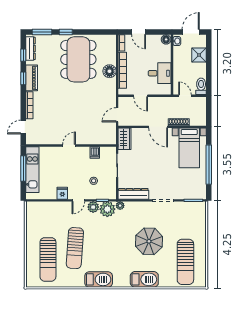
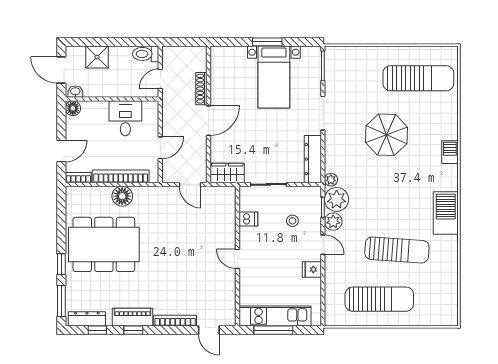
bed with nightstands: (189, 148) -> (274, 77), moved, turned 90
window: (209, 165) -> (267, 42), width x0.47
sun lounger: (48, 259) -> (379, 299), moved
barbecue: (144, 279) -> (450, 152), width x0.53, depth x0.65

